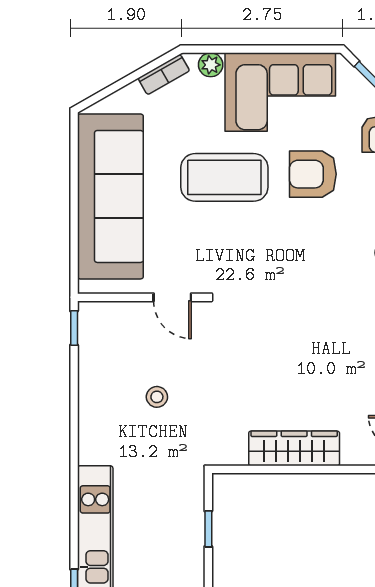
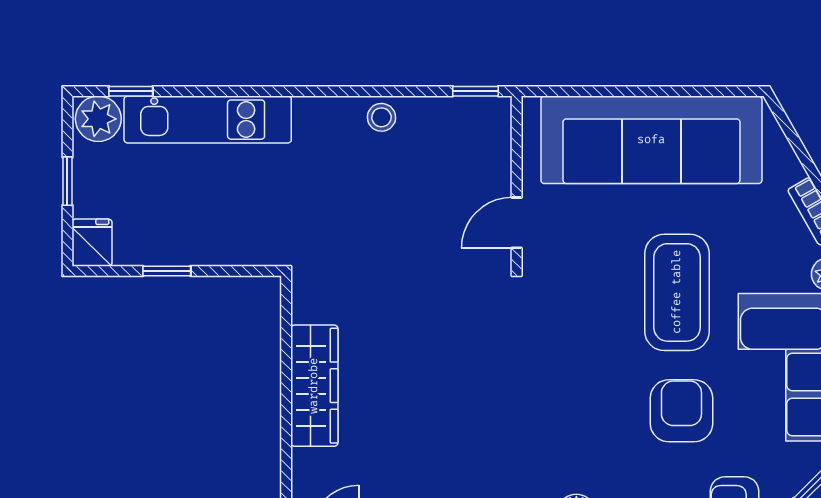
stool: (157, 397) -> (381, 117), moved
window: (208, 529) -> (167, 271), moved

